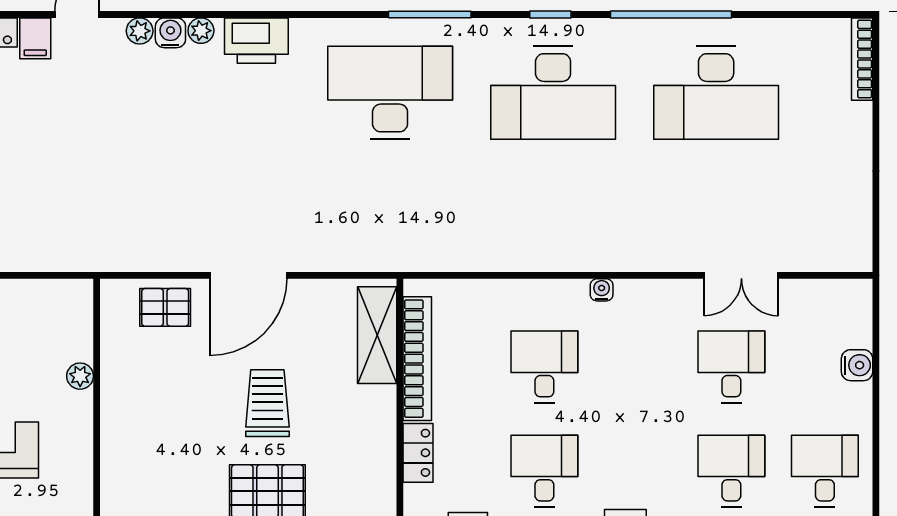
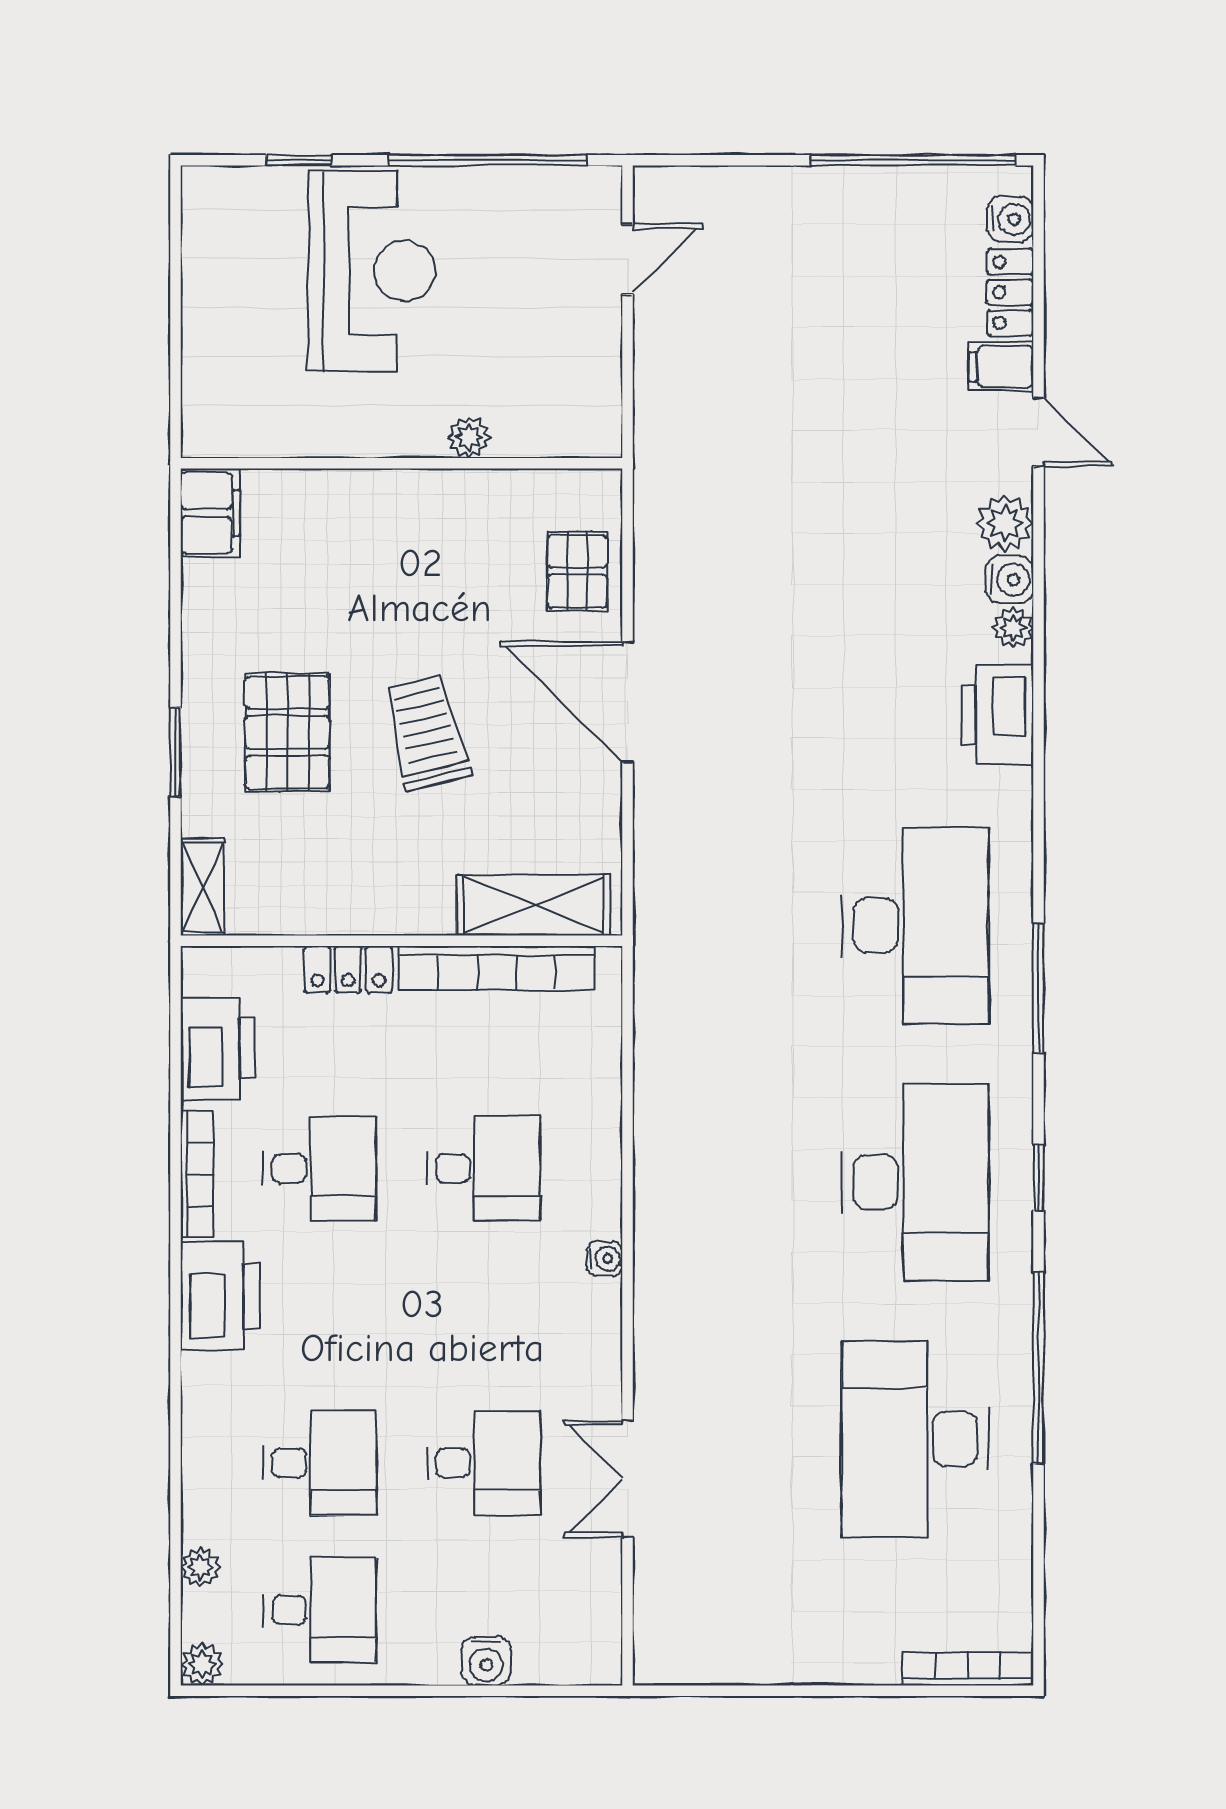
plant: (140, 31) -> (1005, 523), width x1.38, depth x1.38
desk: (553, 93) -> (915, 1182), turned 180
trolley: (267, 403) -> (426, 732), turned -104

